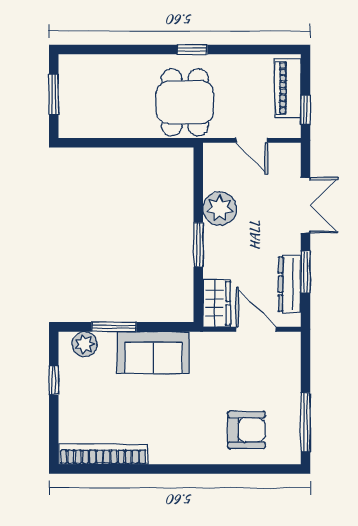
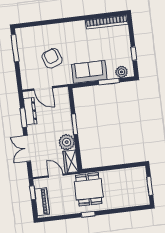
wardrobe: (217, 303) -> (70, 162), moved
armchair: (247, 430) -> (52, 58), moved, turned 70

